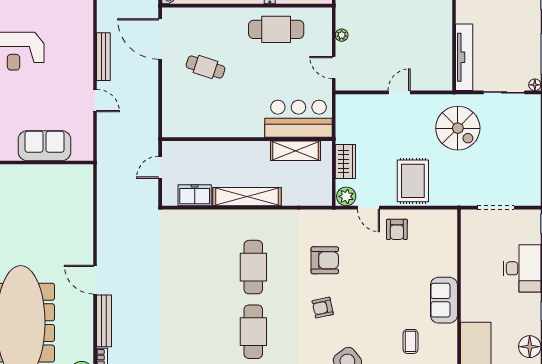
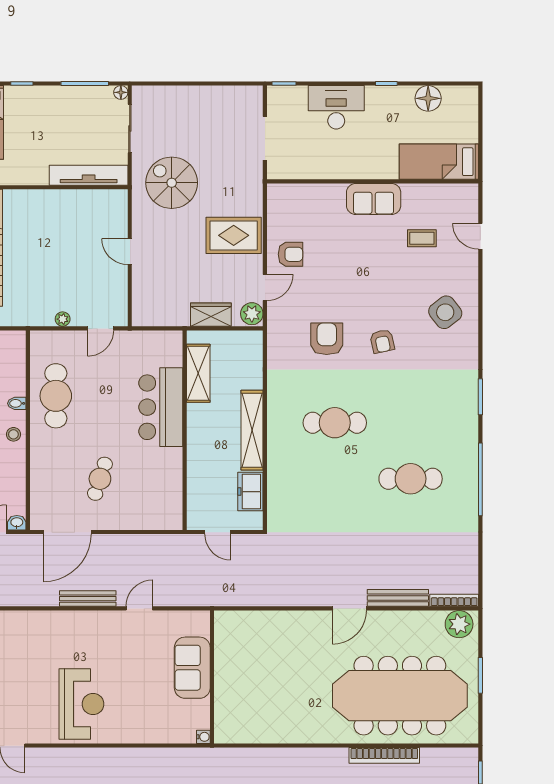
bar counter: (298, 119) -> (161, 407), moved
spiral stairs: (458, 128) -> (172, 183), turned -90
cafe table: (253, 332) -> (411, 479), moved

